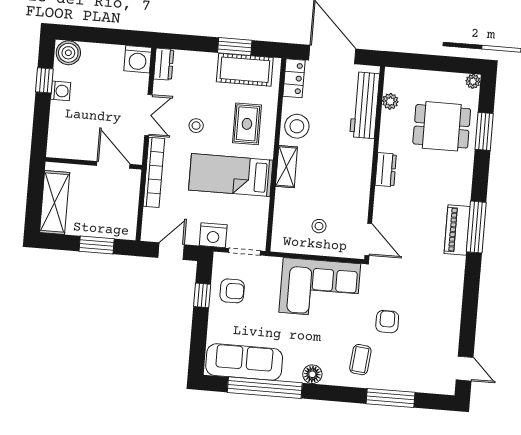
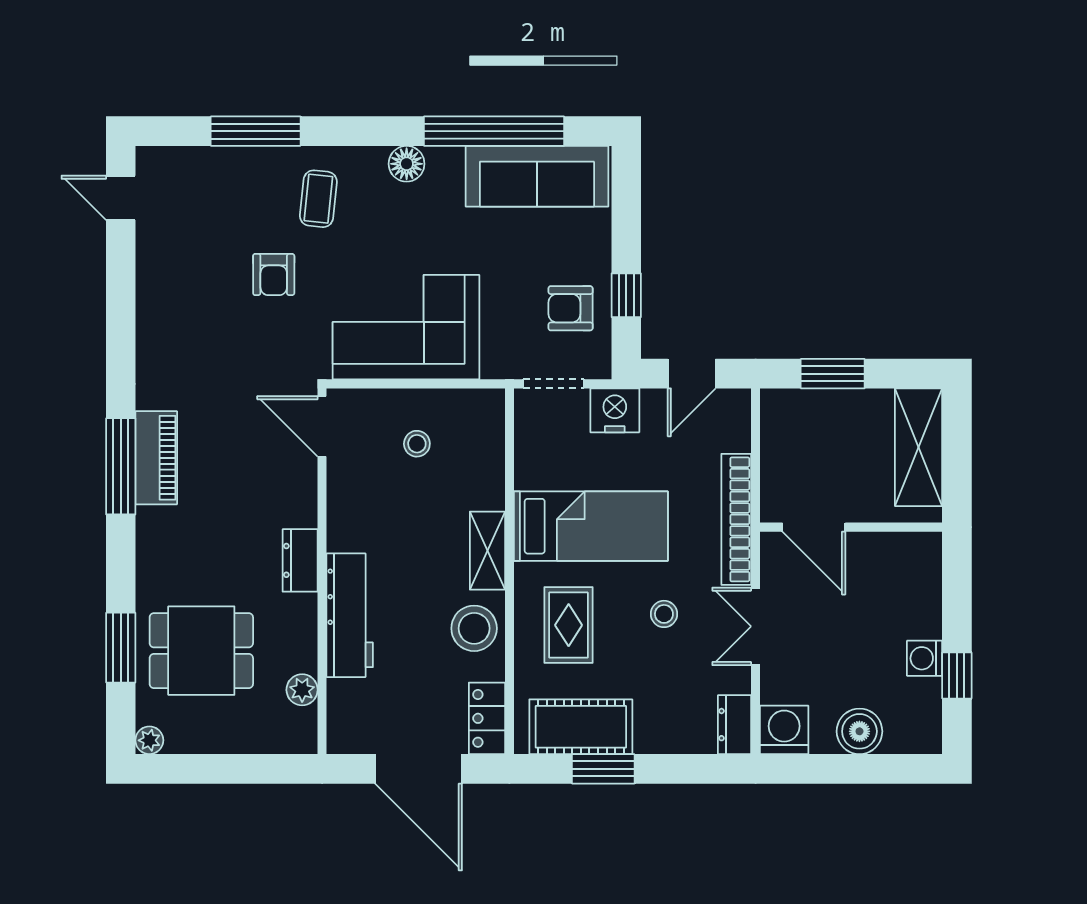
boiler: (68, 53) -> (859, 731), moved
workbench: (365, 105) -> (350, 615), moved

